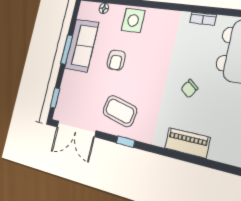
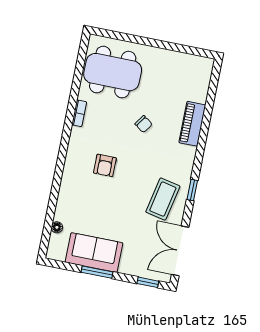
side table: (133, 20) -> (73, 190), removed
armchair: (116, 60) -> (105, 165), moved, turned 90
double door: (76, 129) -> (180, 251), swing flipped

